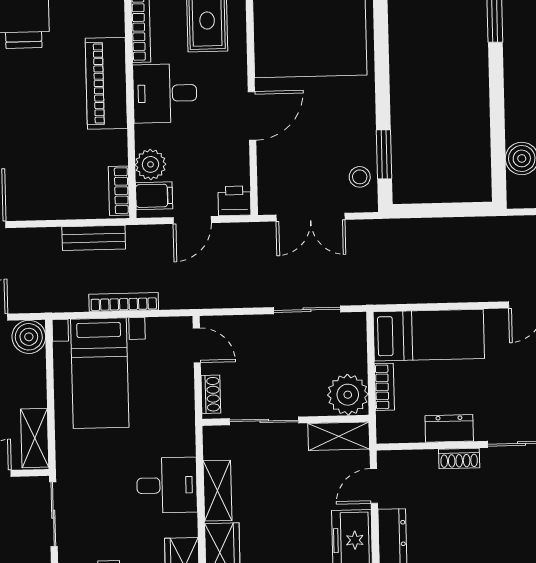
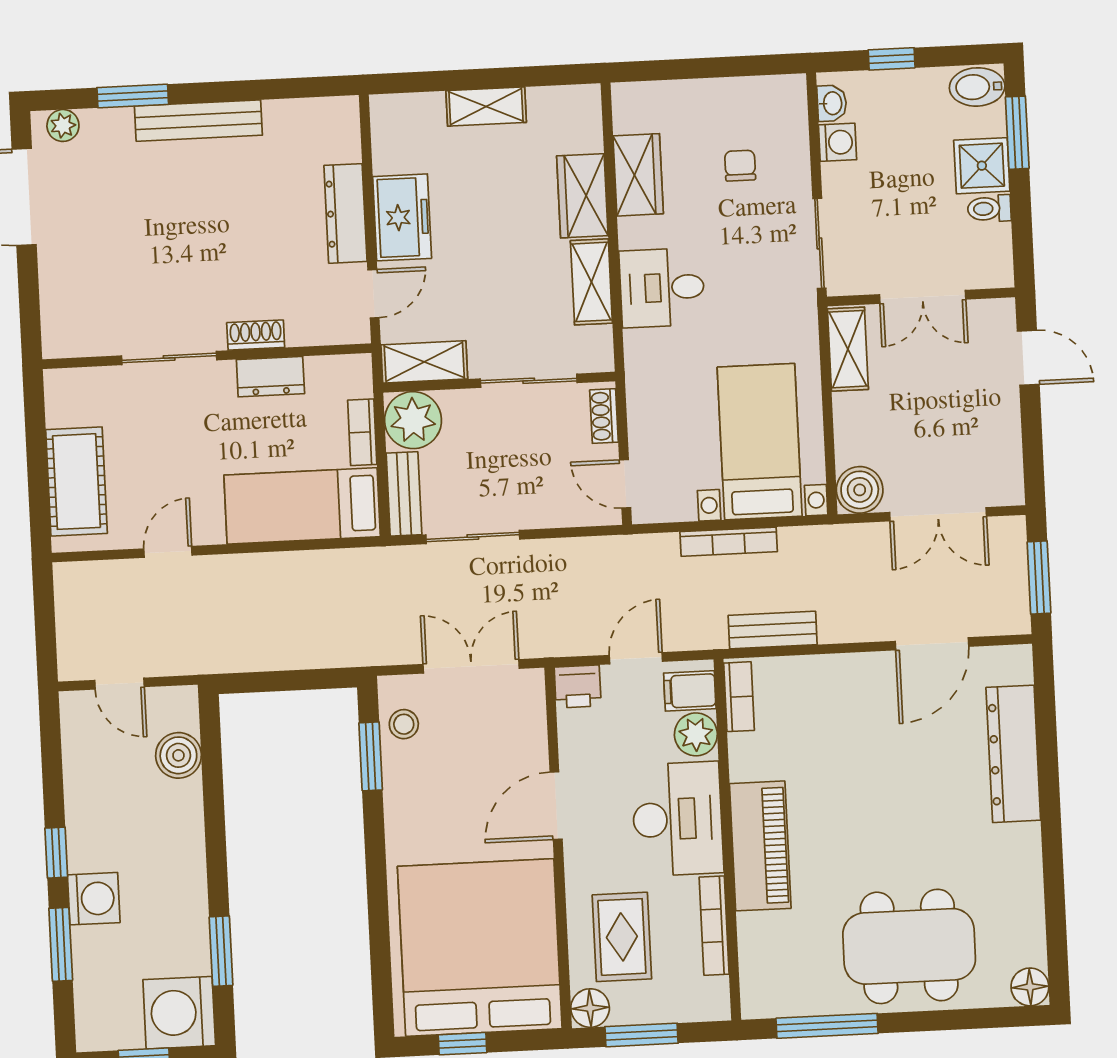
desk: (165, 93) -> (678, 819), width x1.37
bench: (356, 342) -> (404, 494), added

